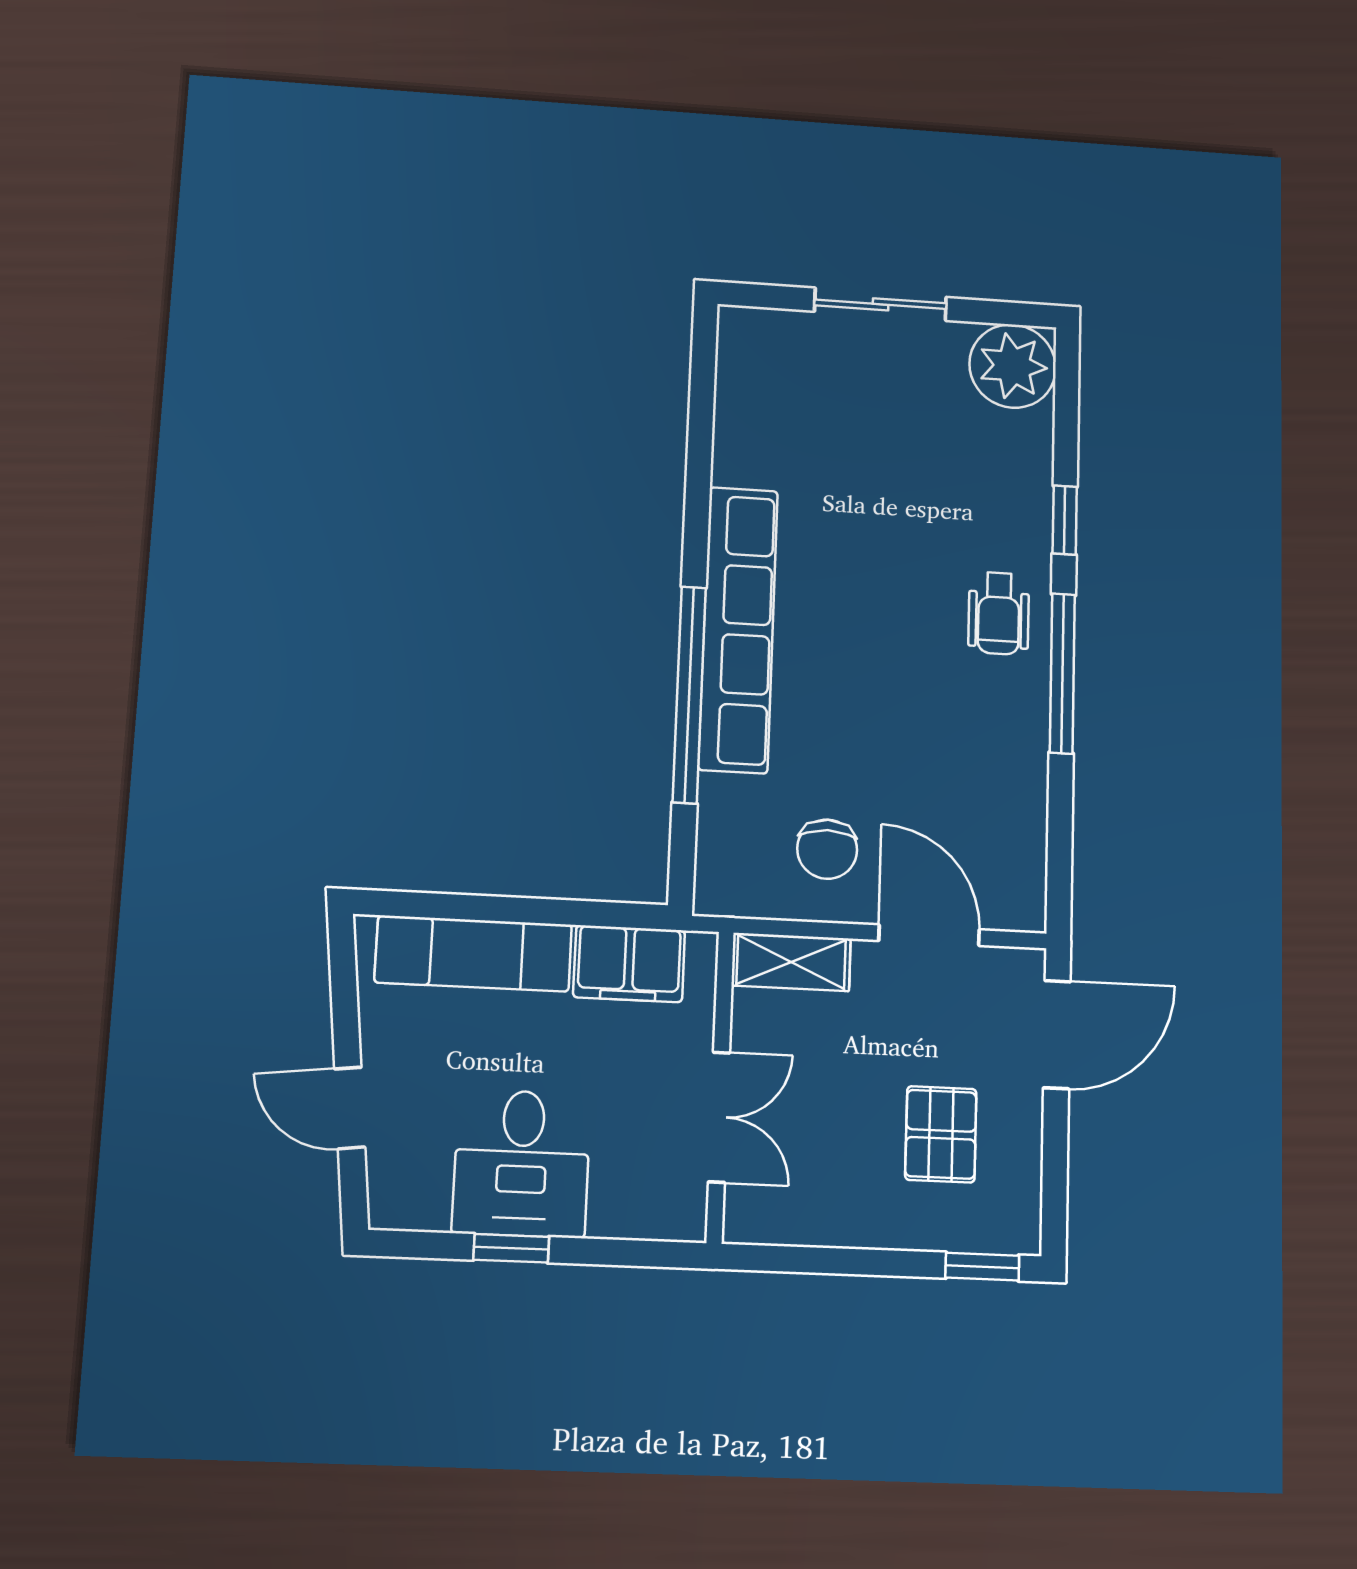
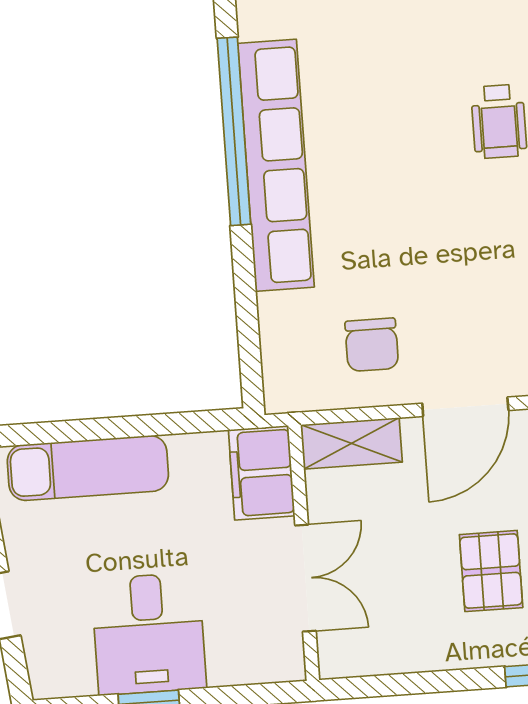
window: (689, 694) -> (234, 131), moved
door: (929, 935) -> (465, 407), swing flipped
filing cabinet: (629, 964) -> (262, 473), moved, turned 90

